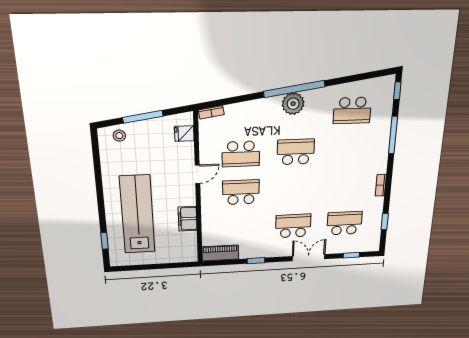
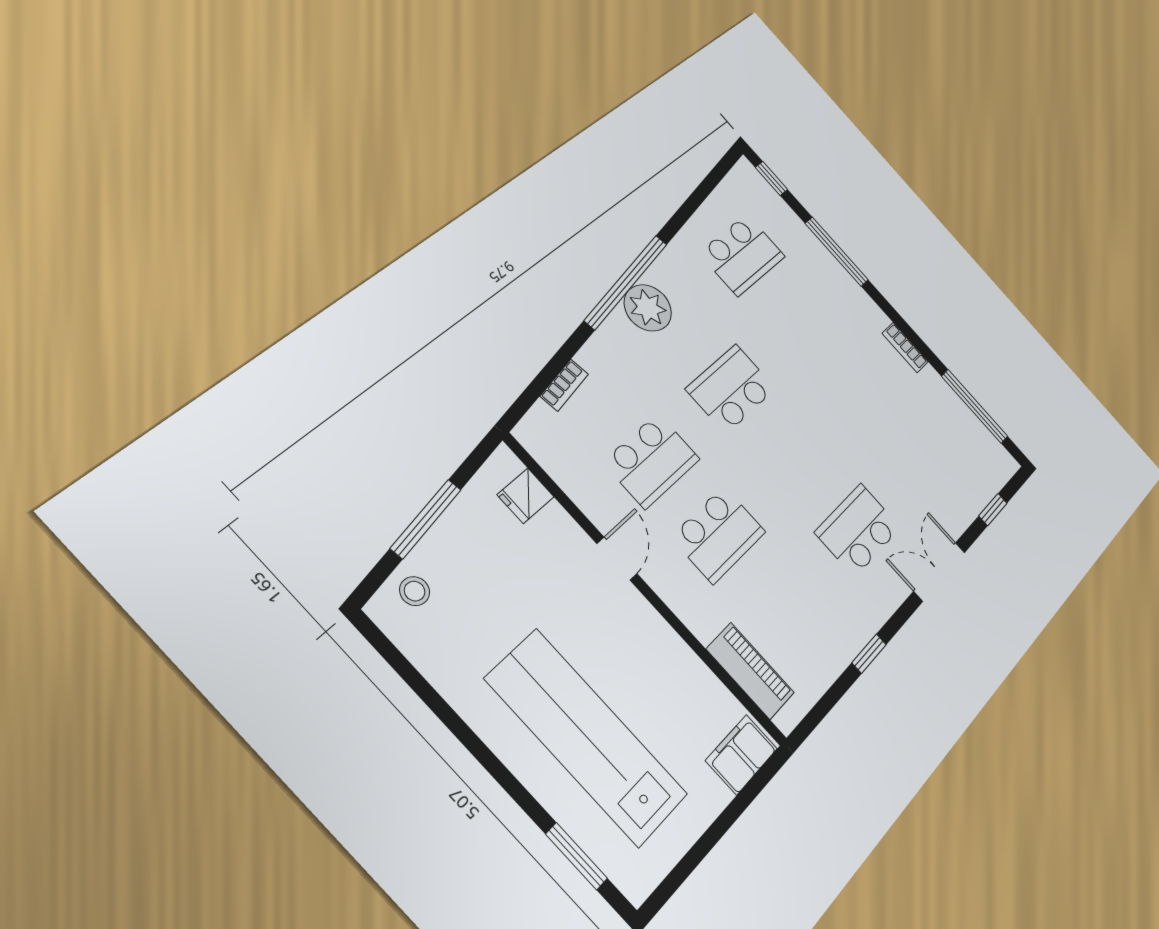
bookcase: (211, 112) -> (564, 385), moved
school desk: (241, 192) -> (718, 535), turned 180
filing cabinet: (188, 219) -> (742, 755), moved, turned 90
window: (385, 222) -> (975, 406), width x2.17
school desk: (344, 223) -> (924, 458), removed
window: (104, 241) -> (576, 856), width x1.50
piano: (220, 253) -> (750, 671), moved, turned 90

